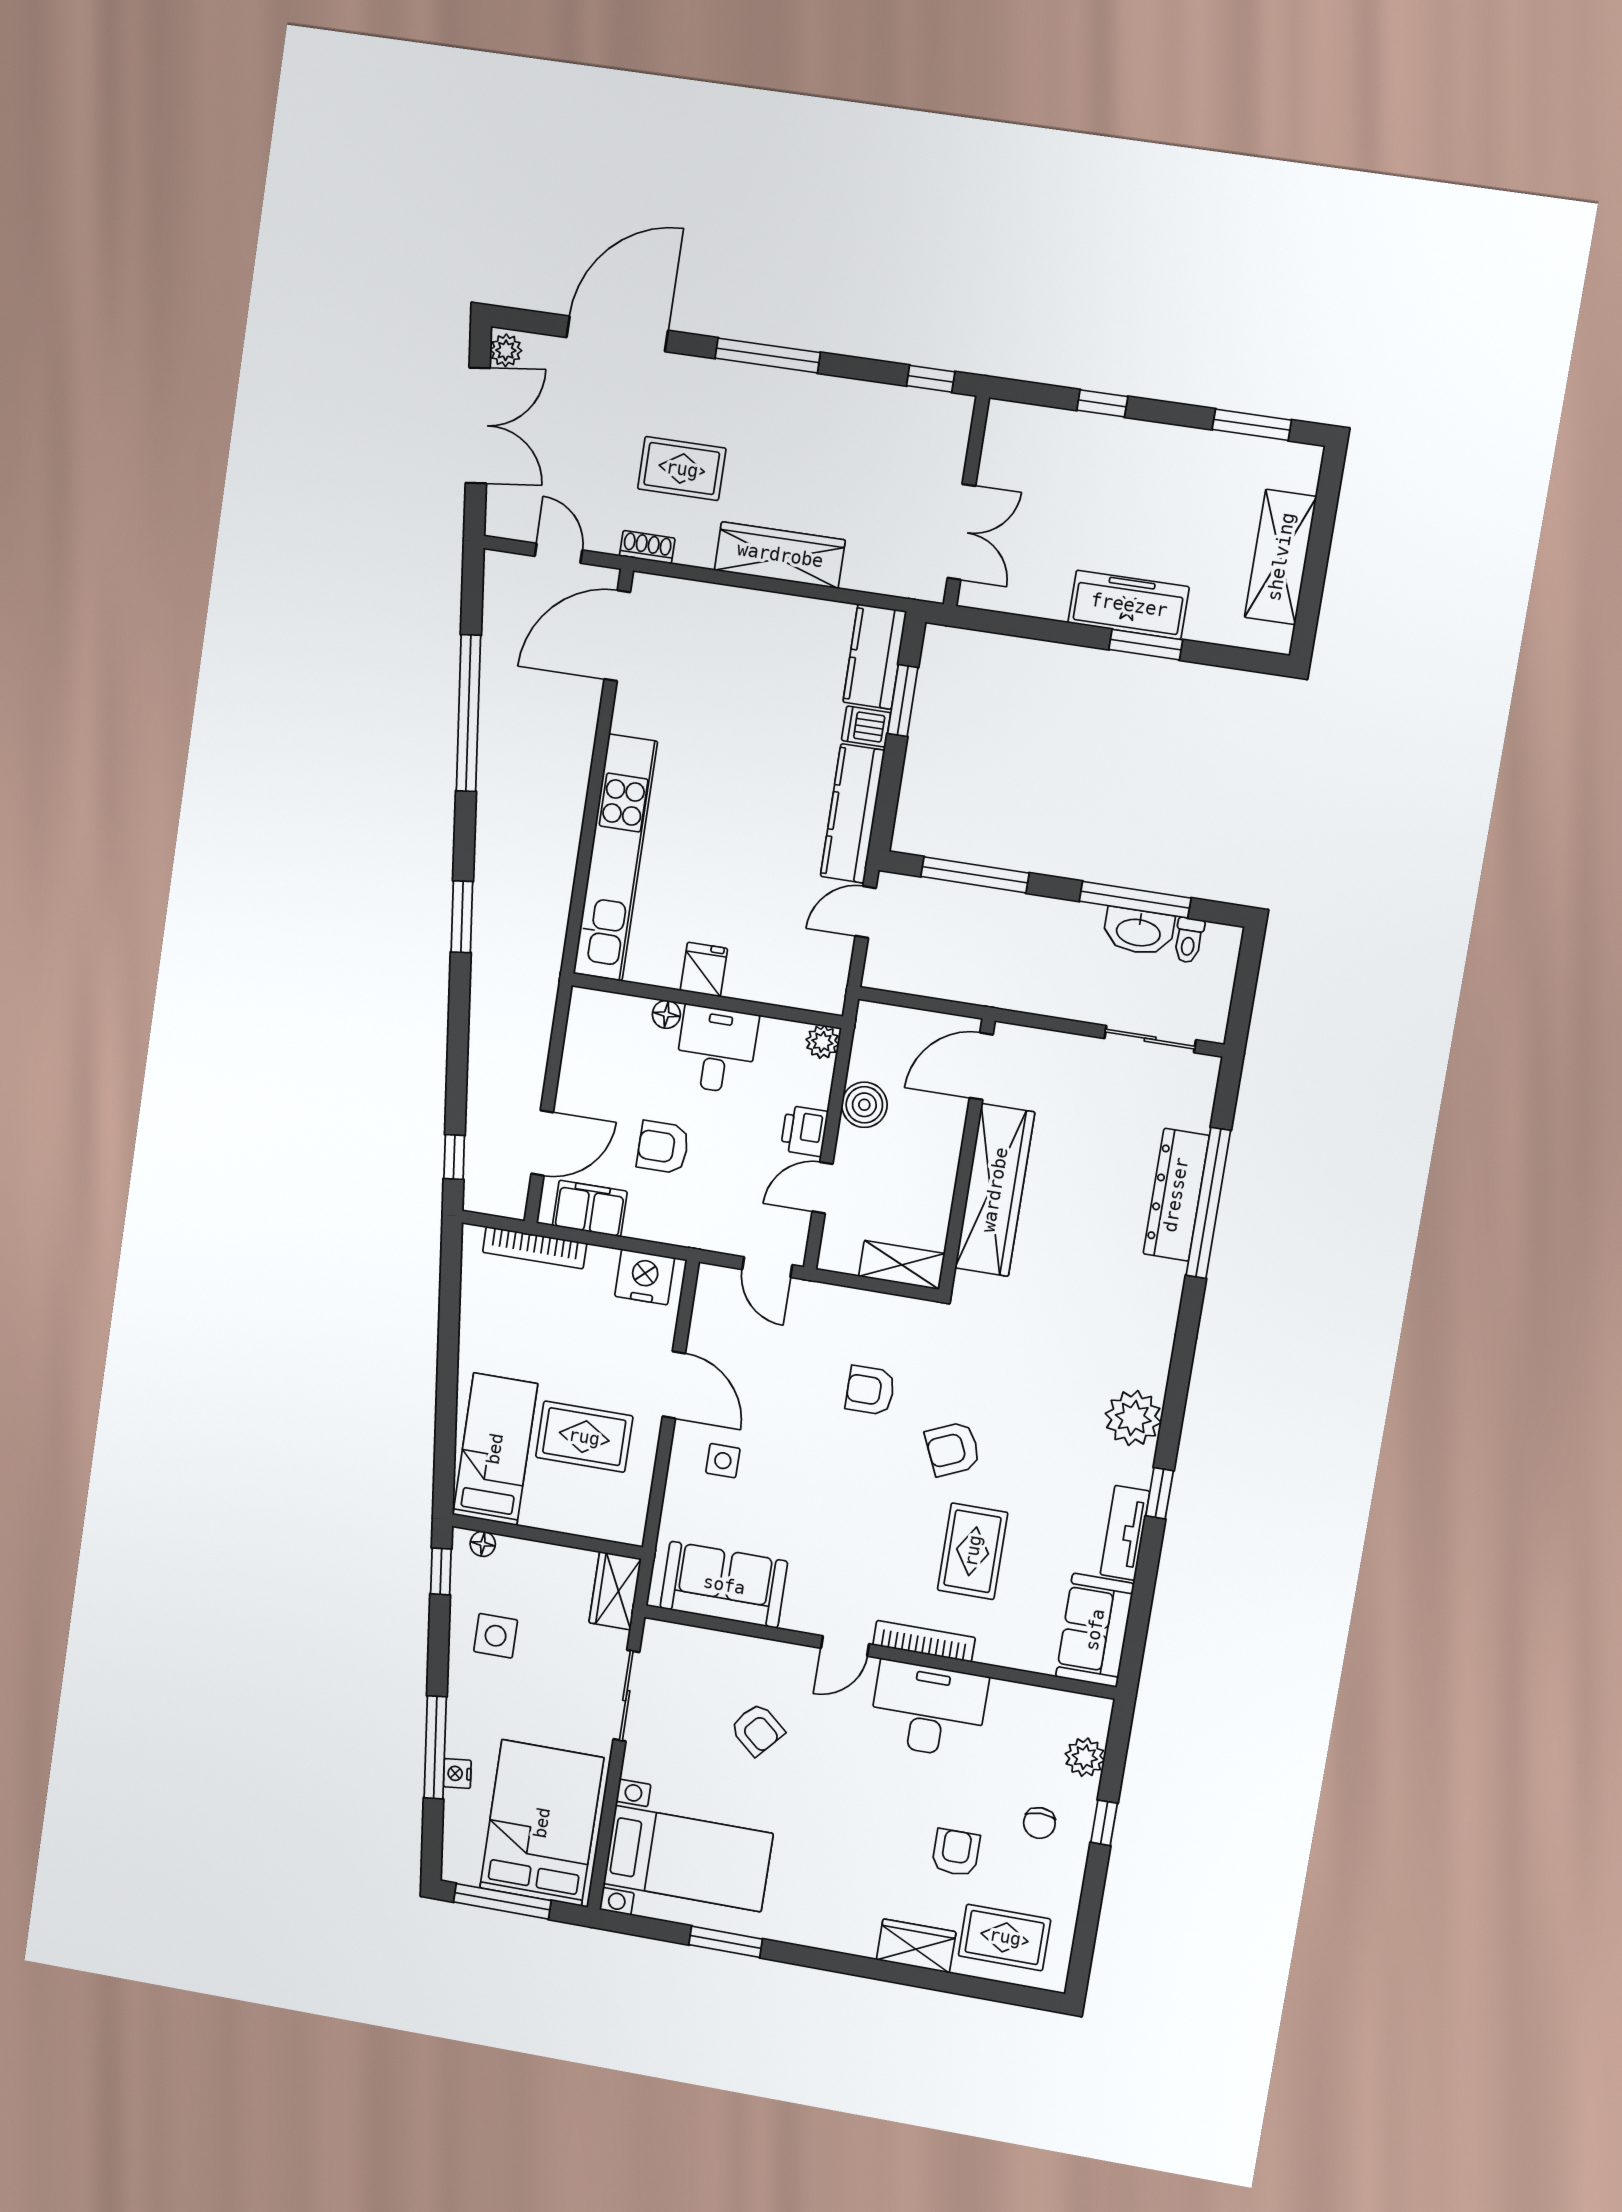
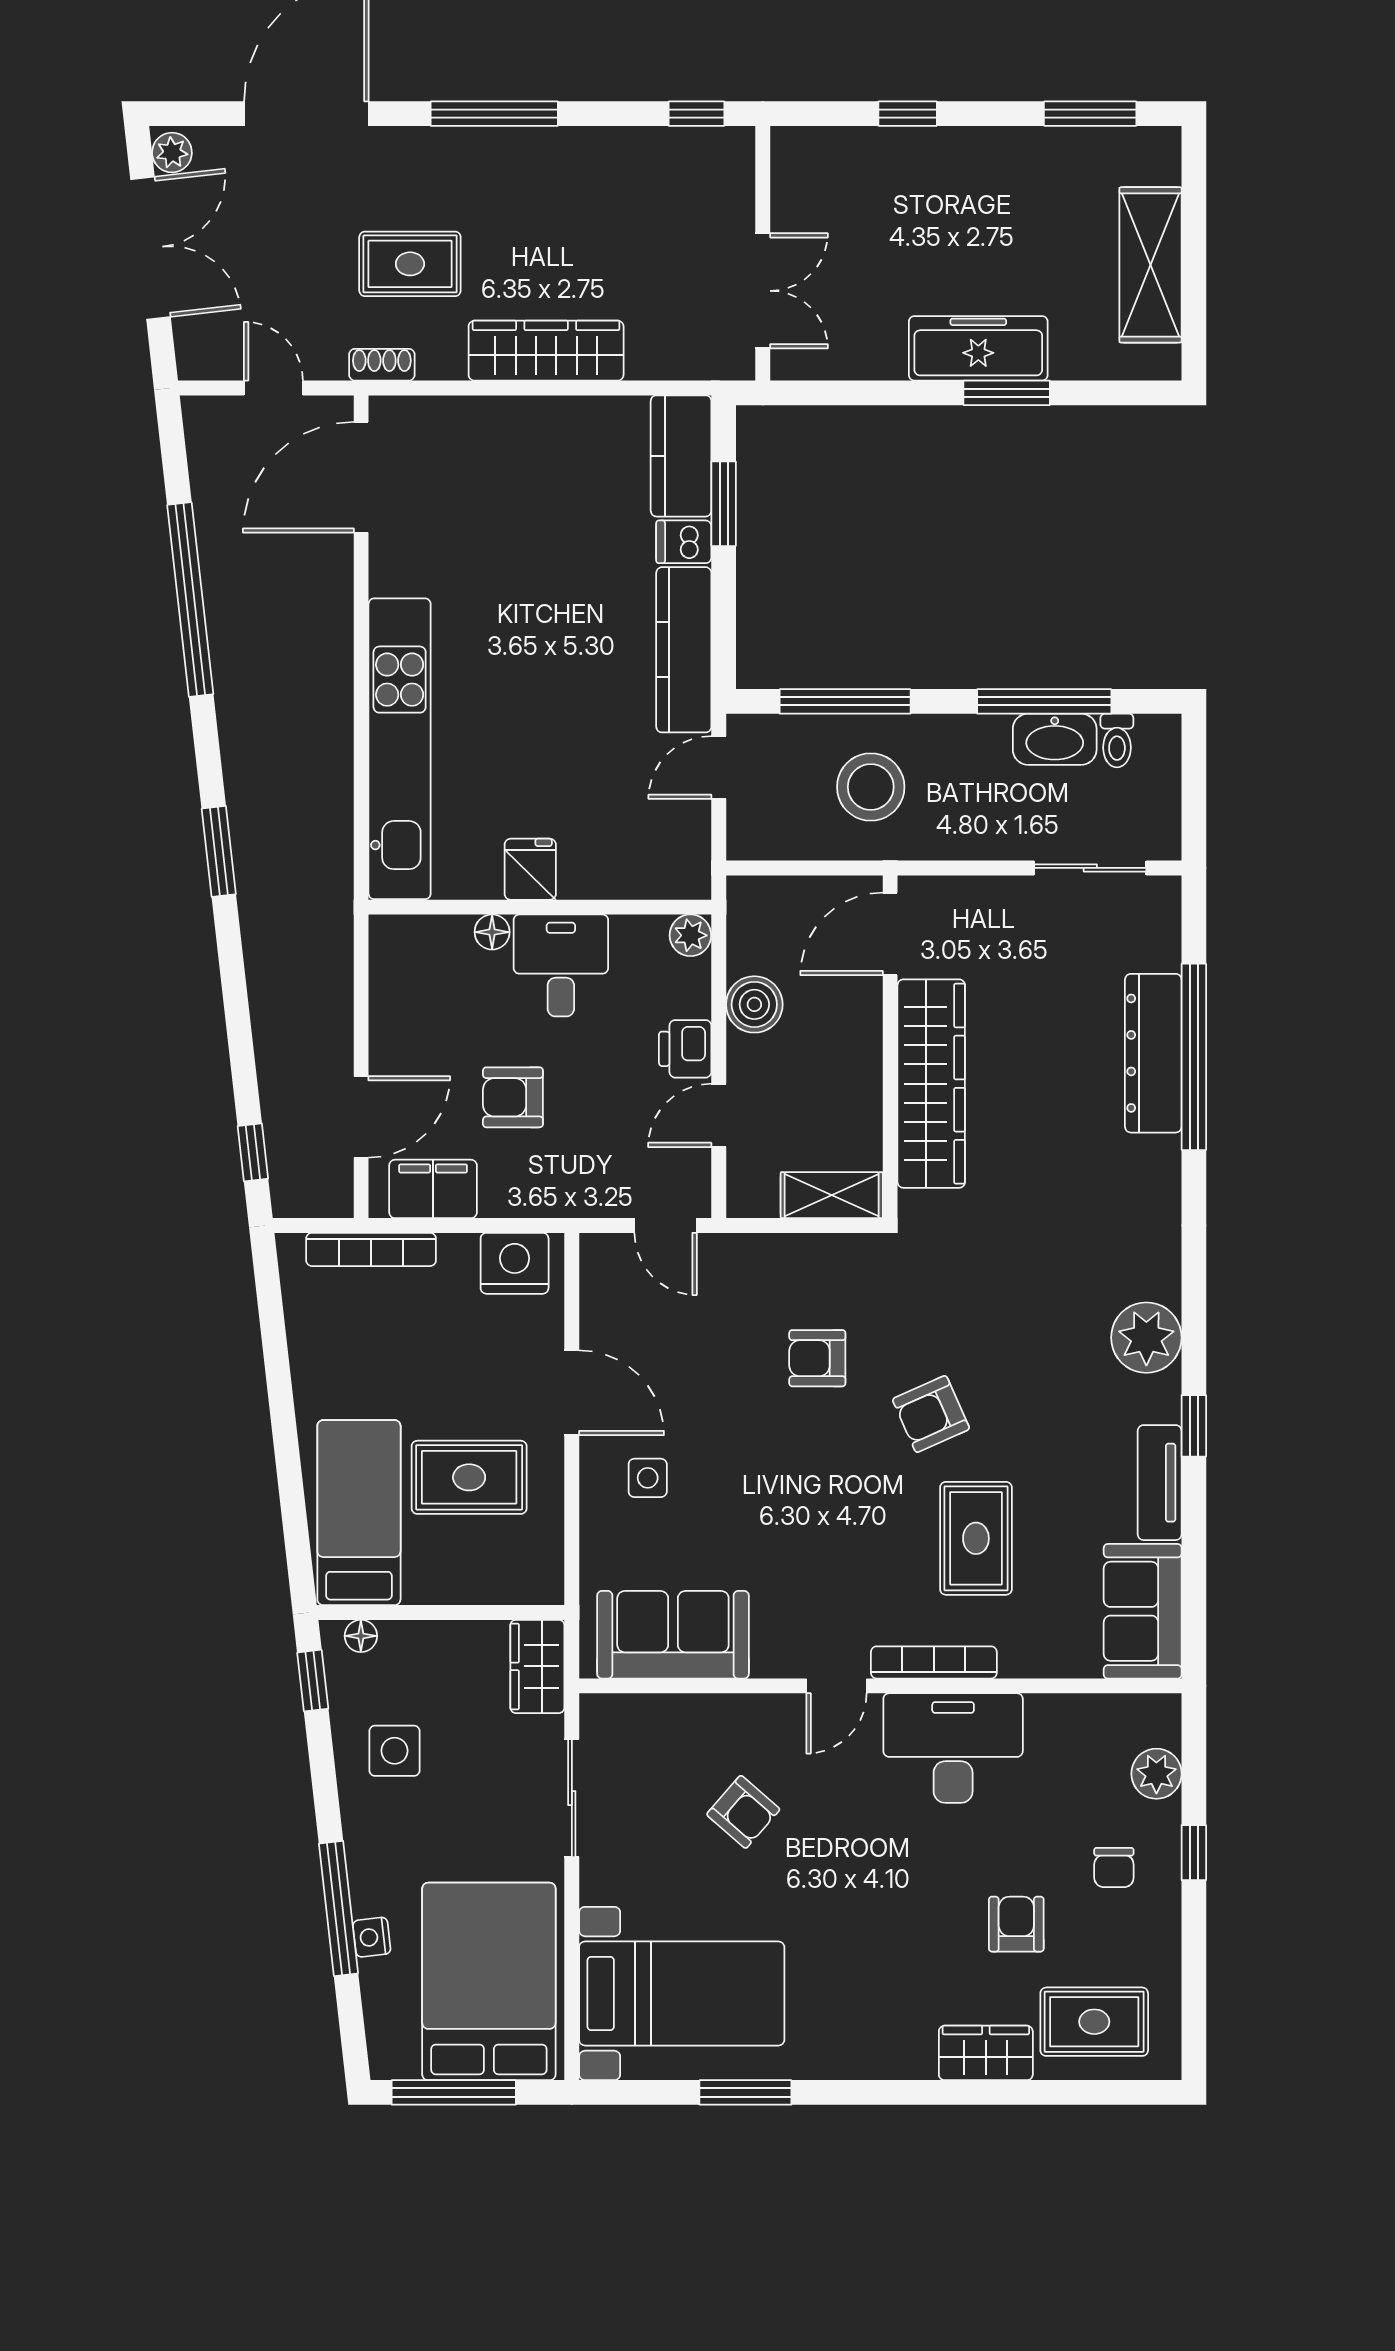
stool: (984, 947) -> (871, 787), added

